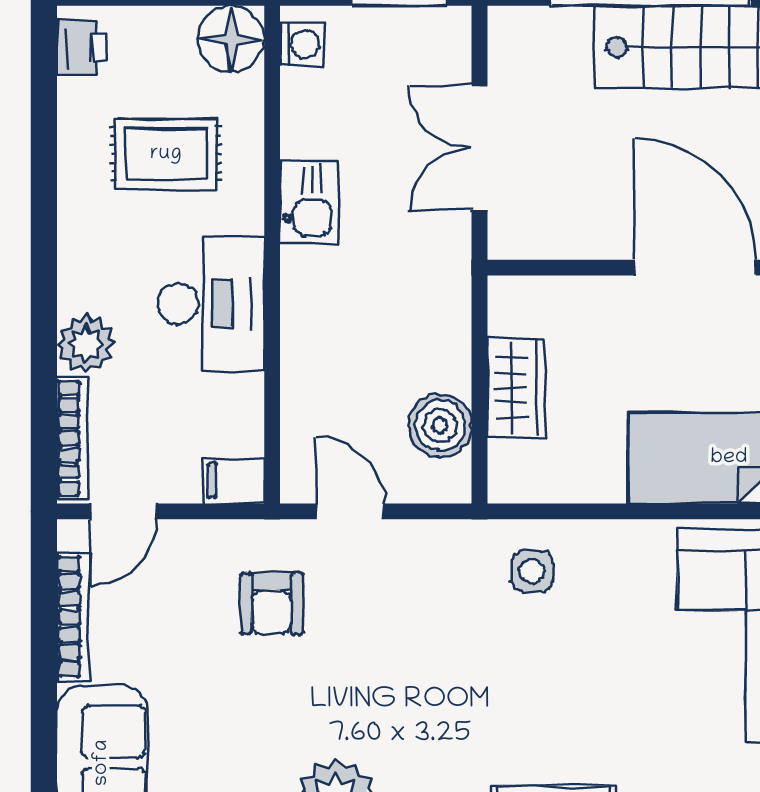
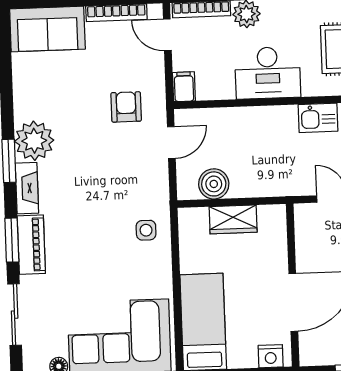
armchair: (272, 604) -> (126, 107), turned 90

